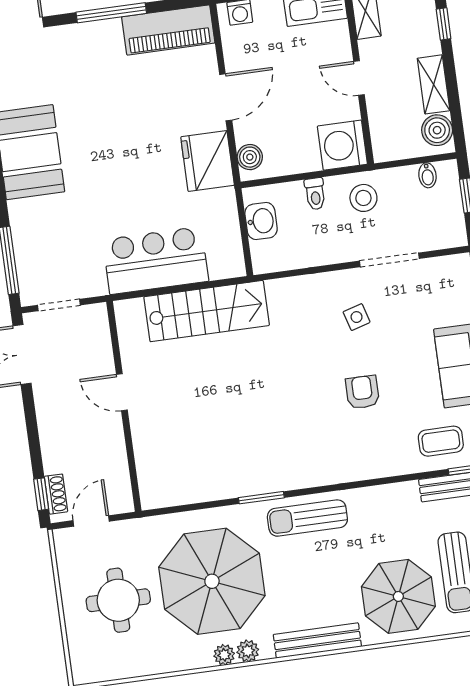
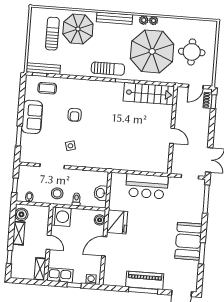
piano: (168, 30) -> (145, 280), moved
stairs: (207, 311) -> (149, 94), moved, turned 180

